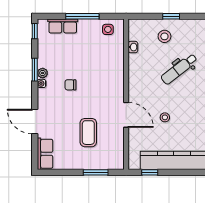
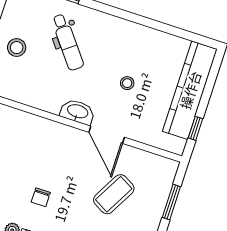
washbasin: (133, 47) -> (77, 112), moved, width x1.91, depth x1.45
door: (126, 115) -> (107, 135), swing flipped
coffee table: (88, 133) -> (114, 194), turned -61

